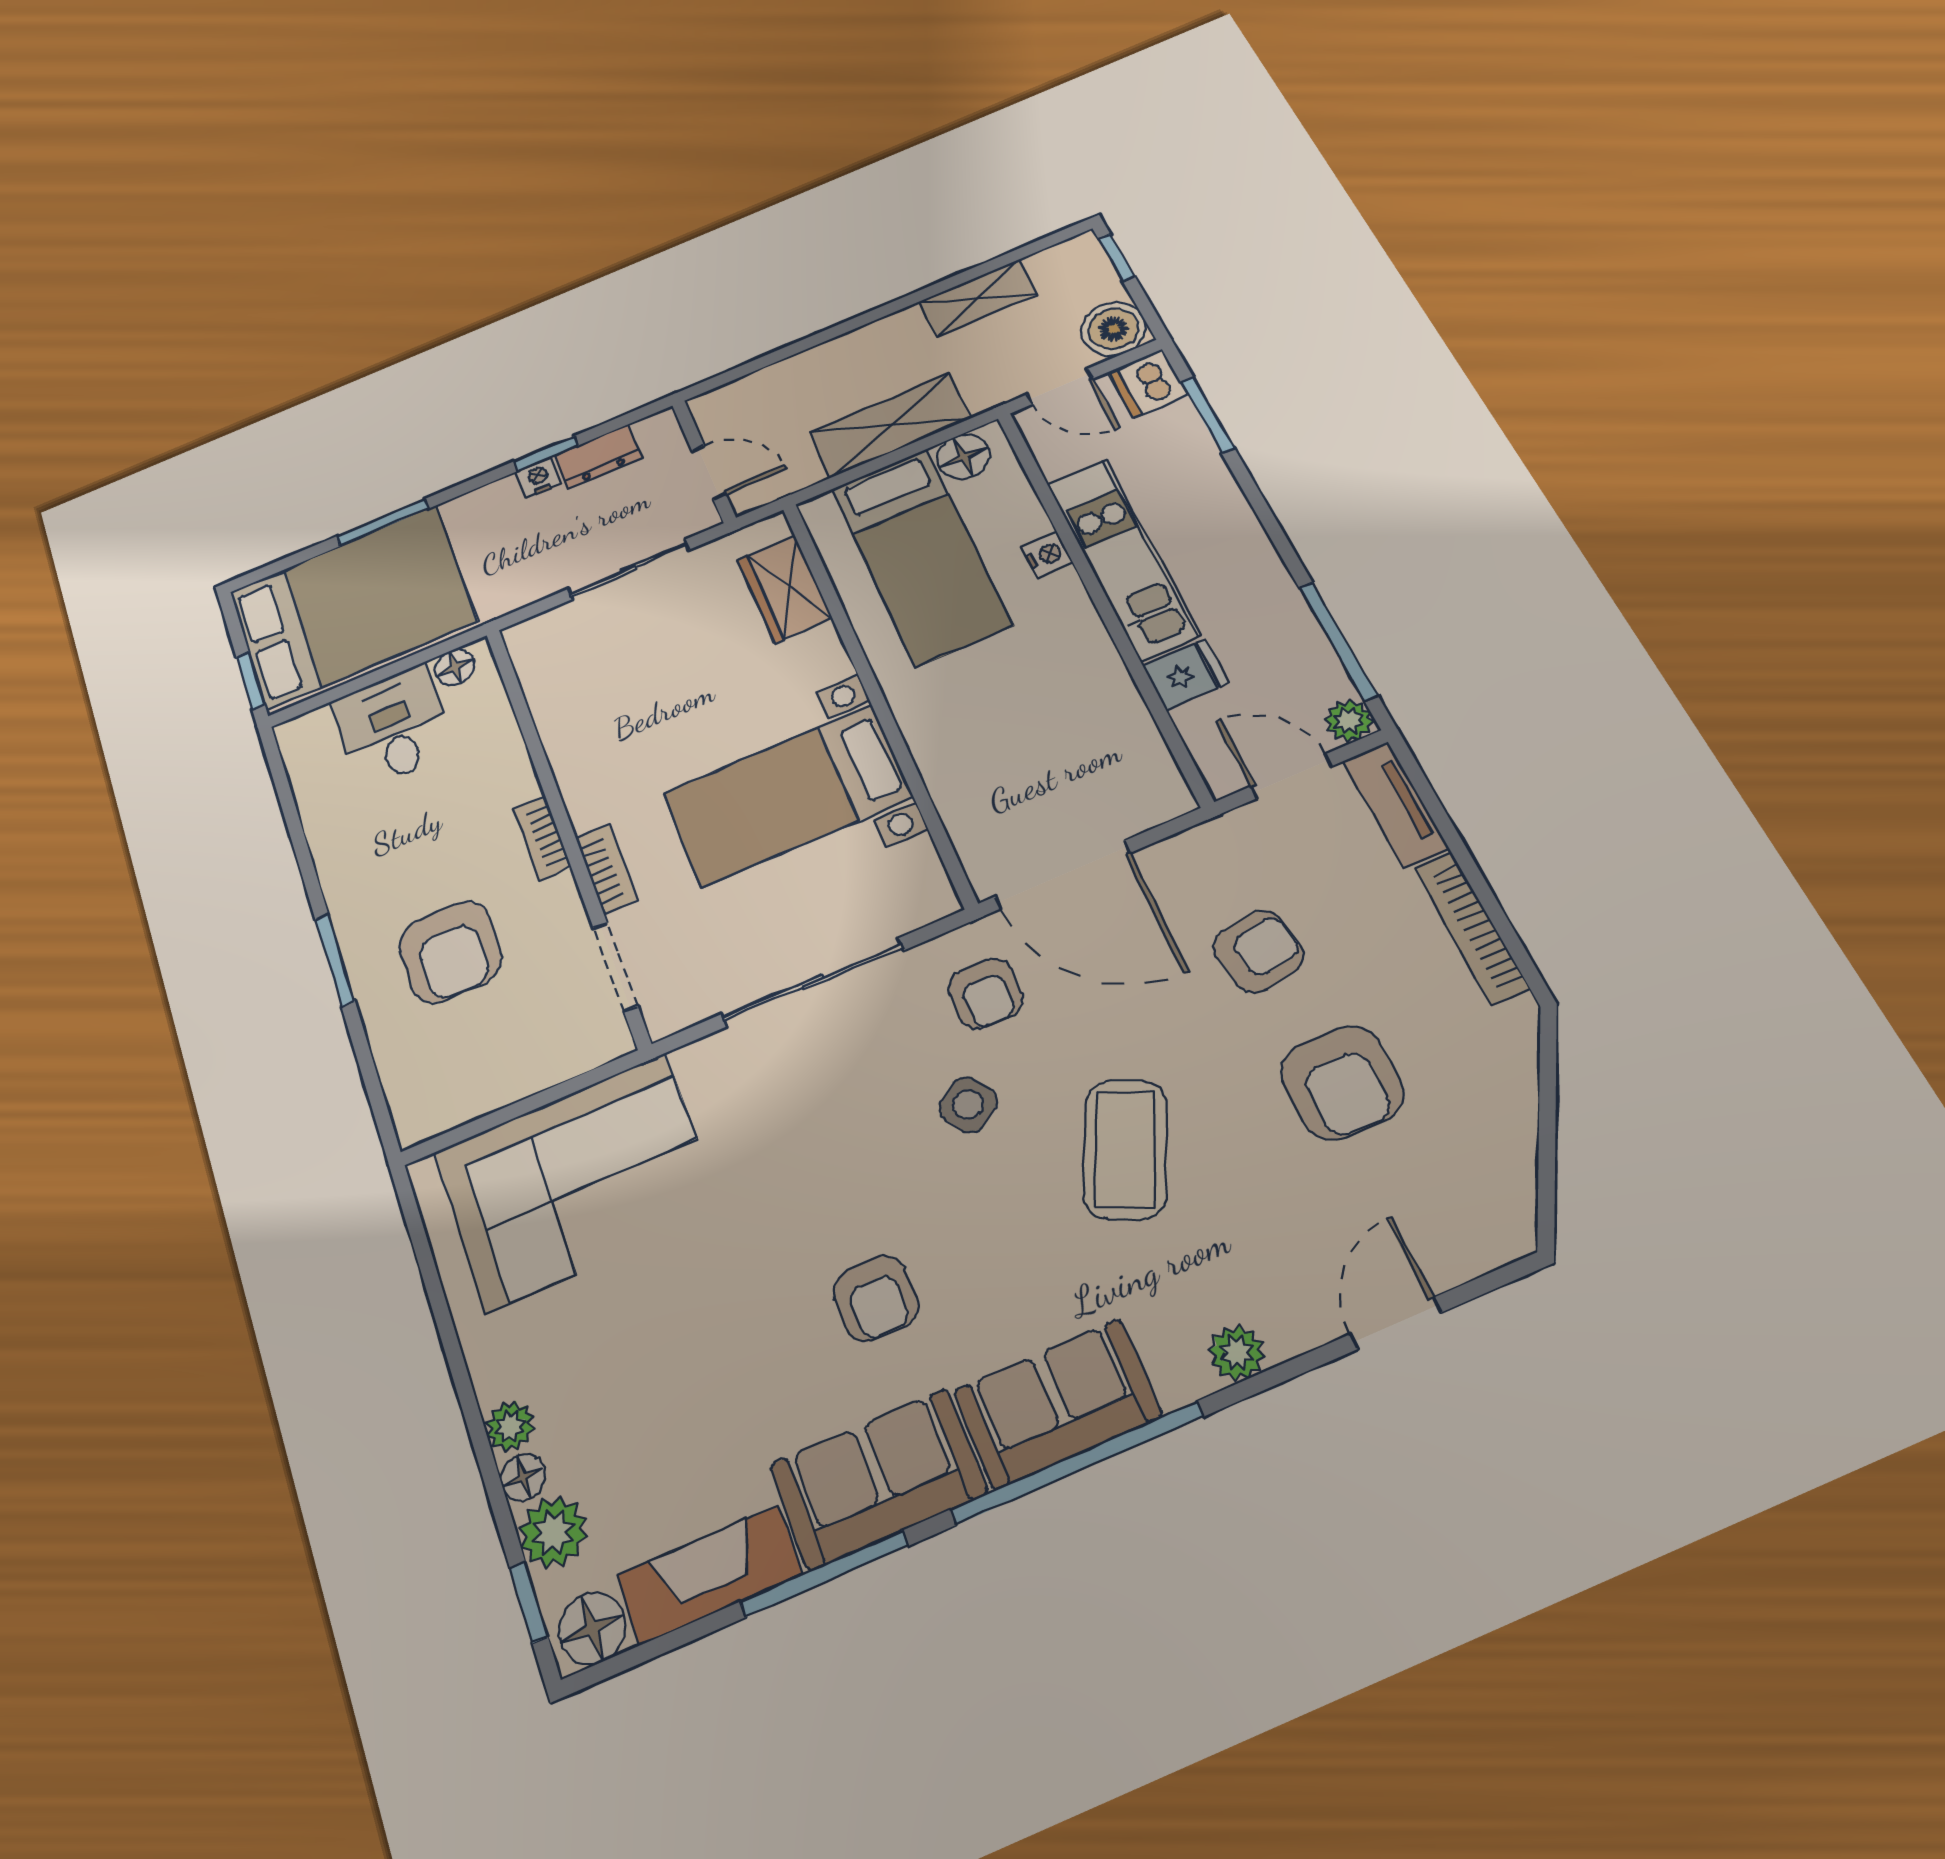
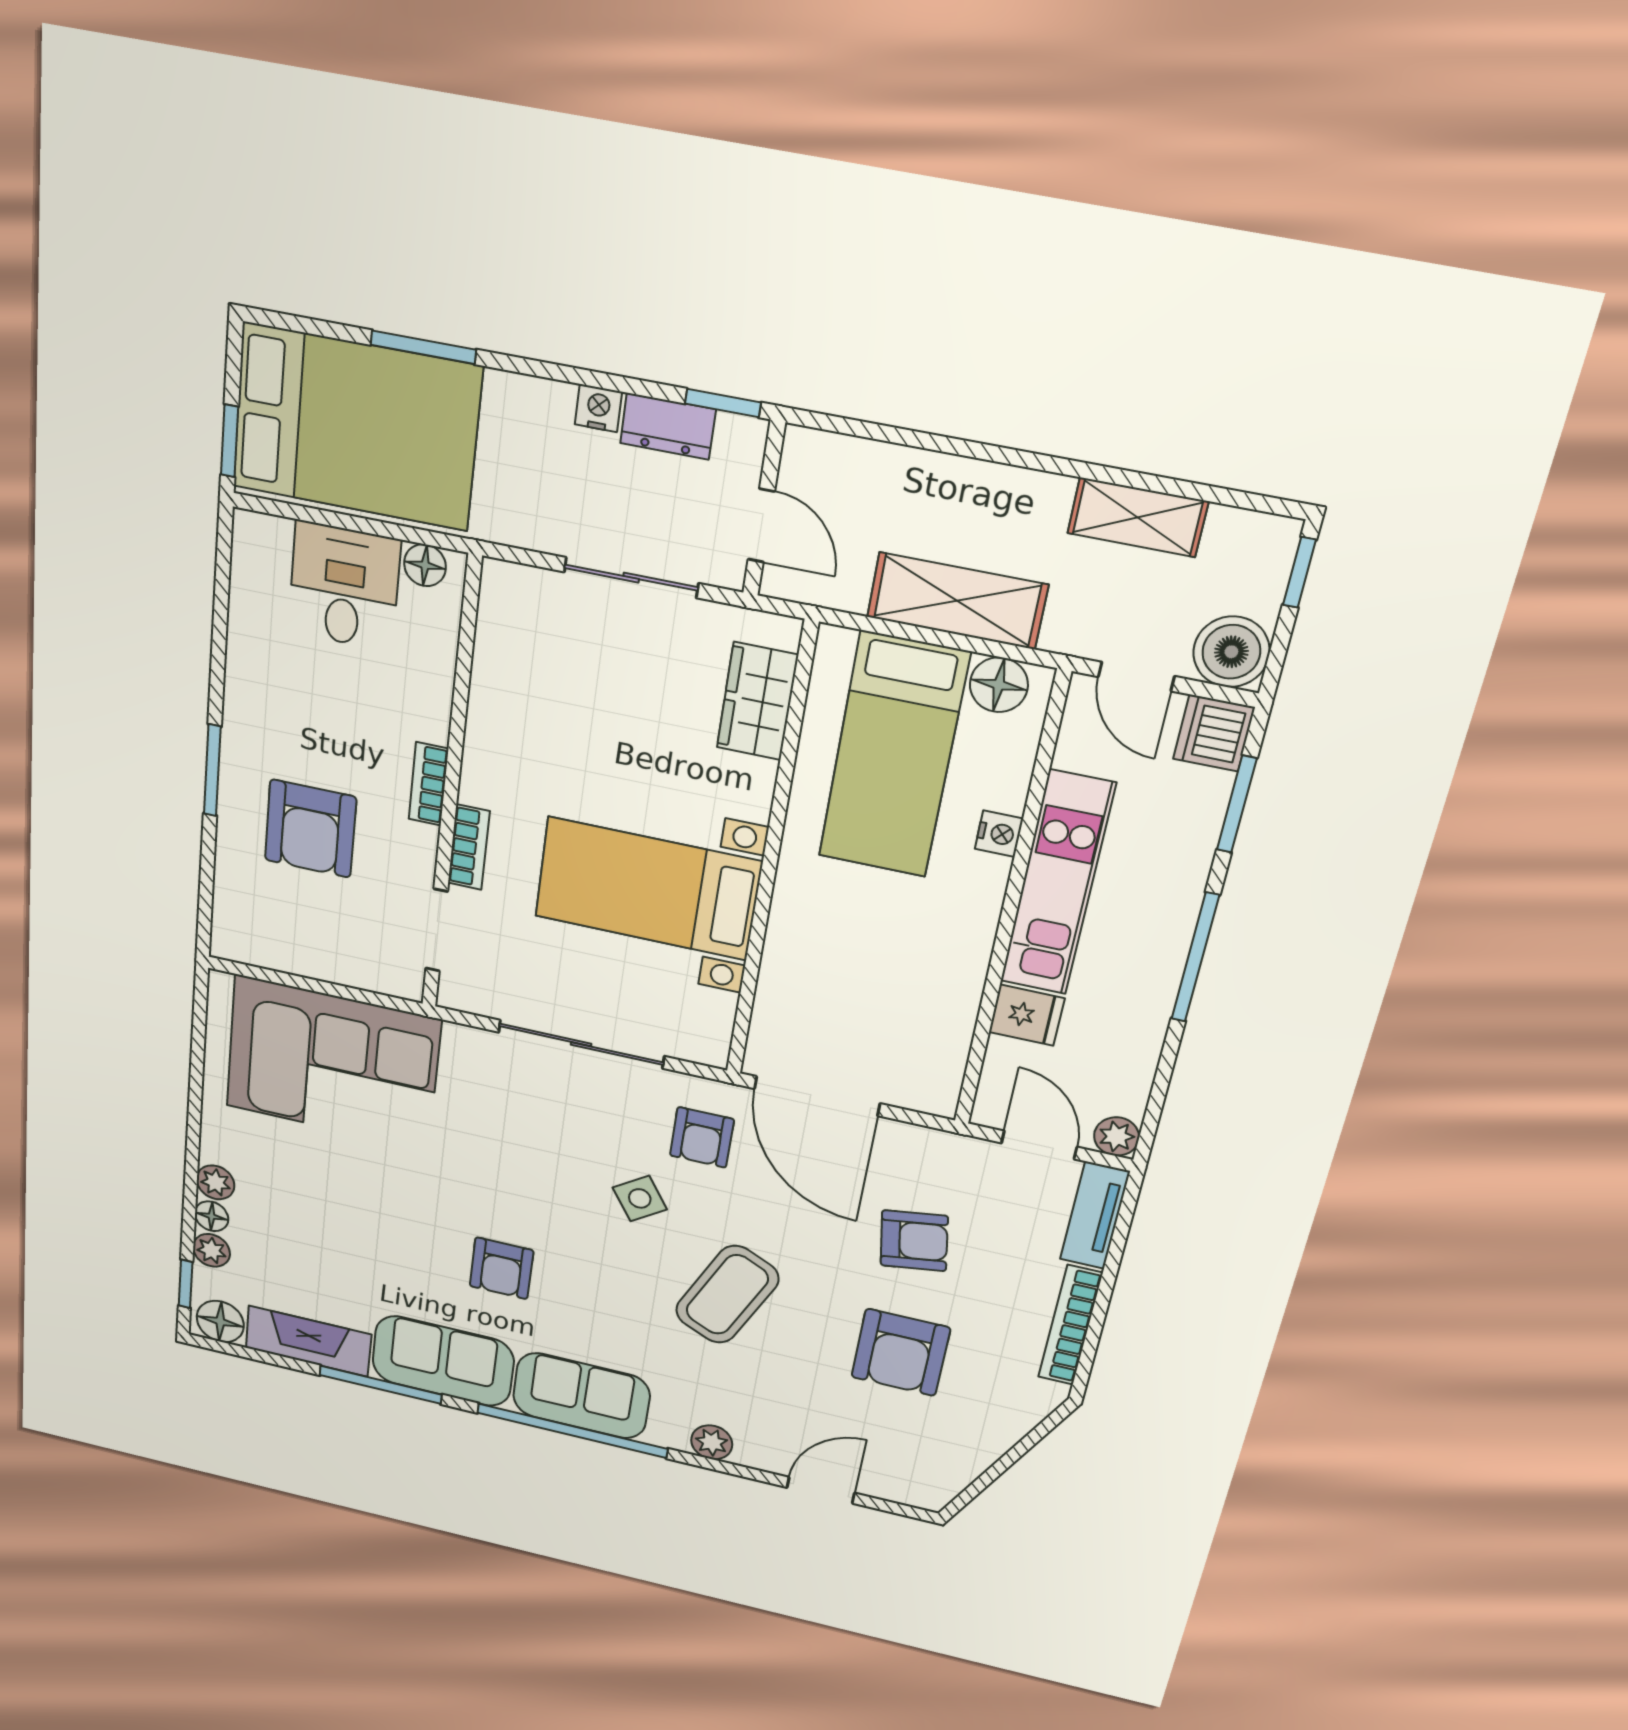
window: (546, 453) -> (723, 403), moved
window: (1338, 641) -> (1195, 957), moved
plant: (553, 1532) -> (211, 1250), width x0.73, depth x0.73

